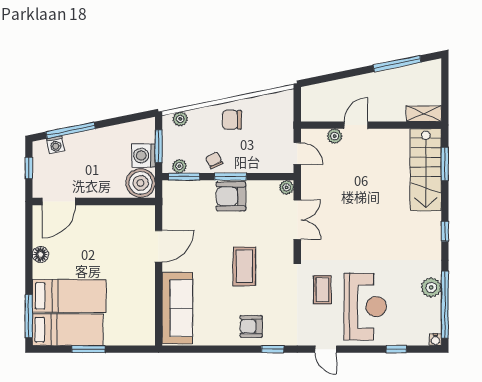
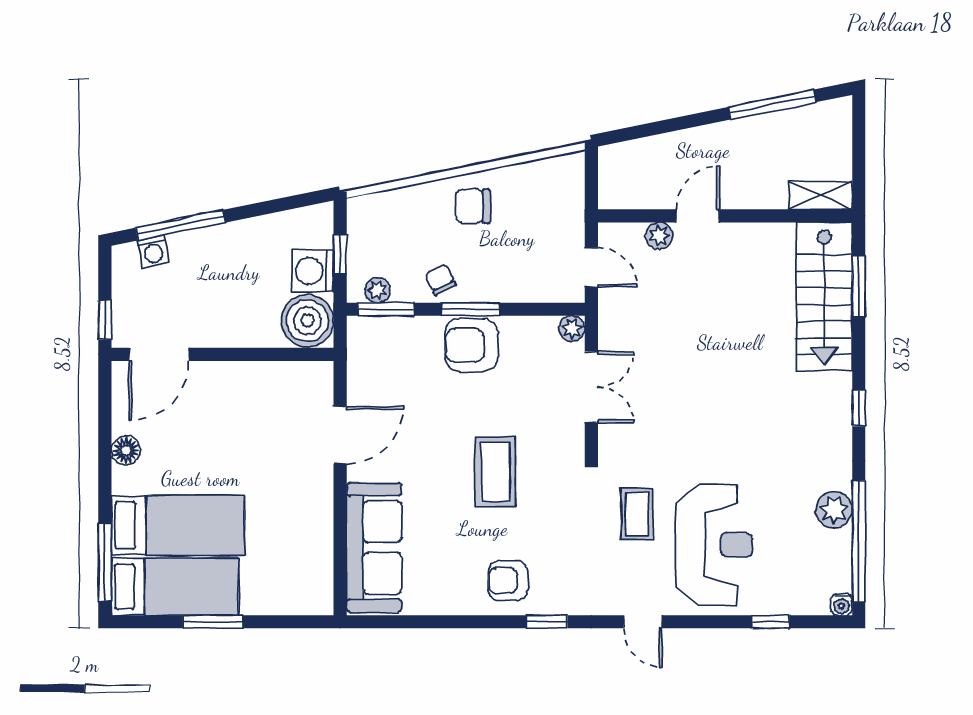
plant: (180, 119) -> (379, 205), removed
window: (159, 146) -> (340, 254), width x0.67
window: (29, 168) -> (105, 320), moved

